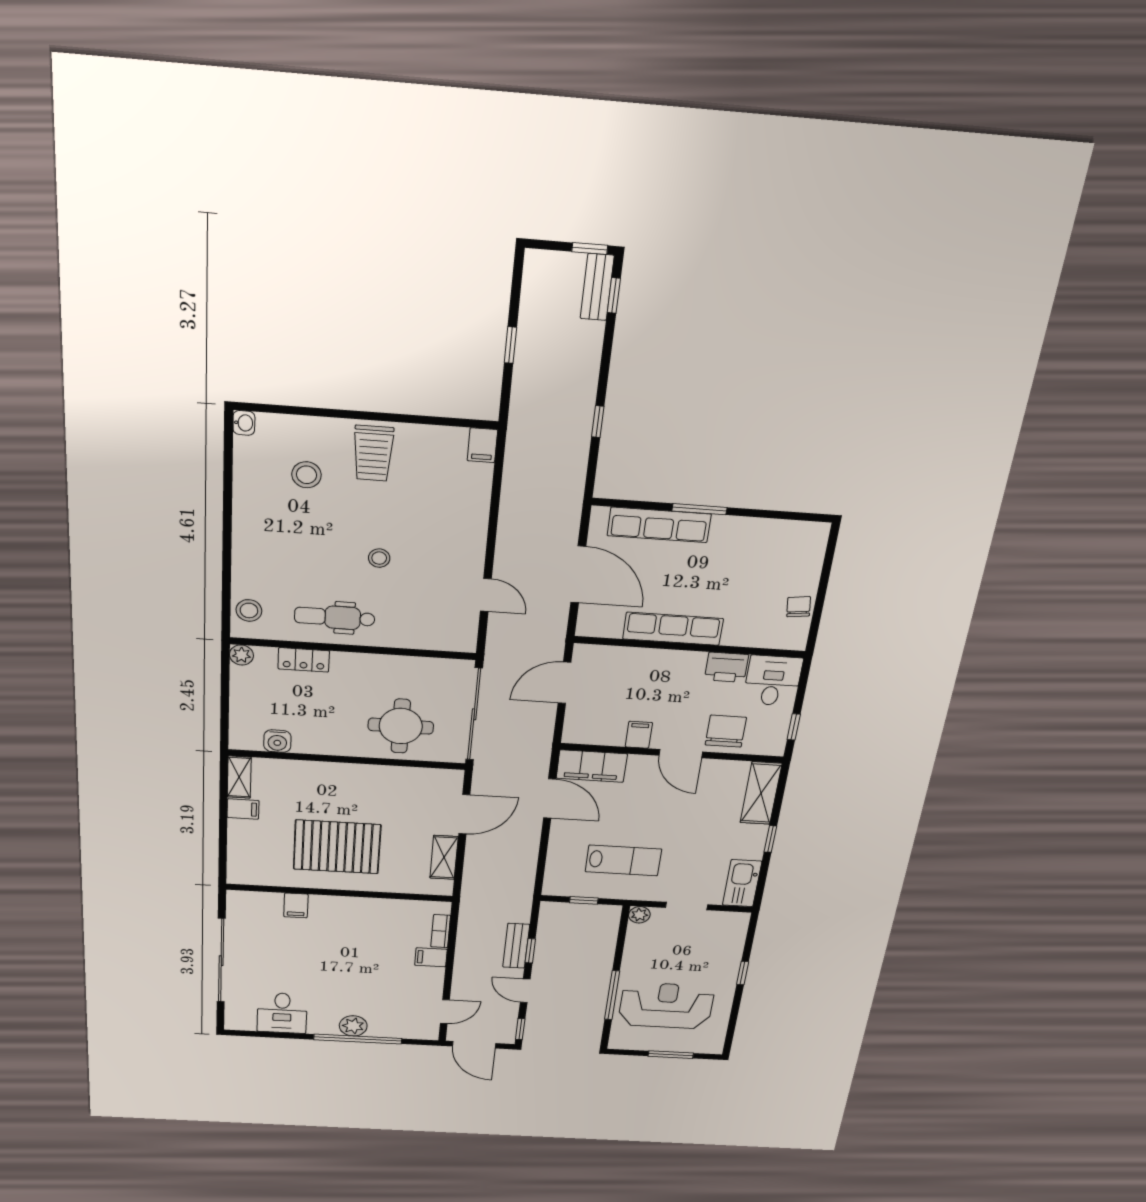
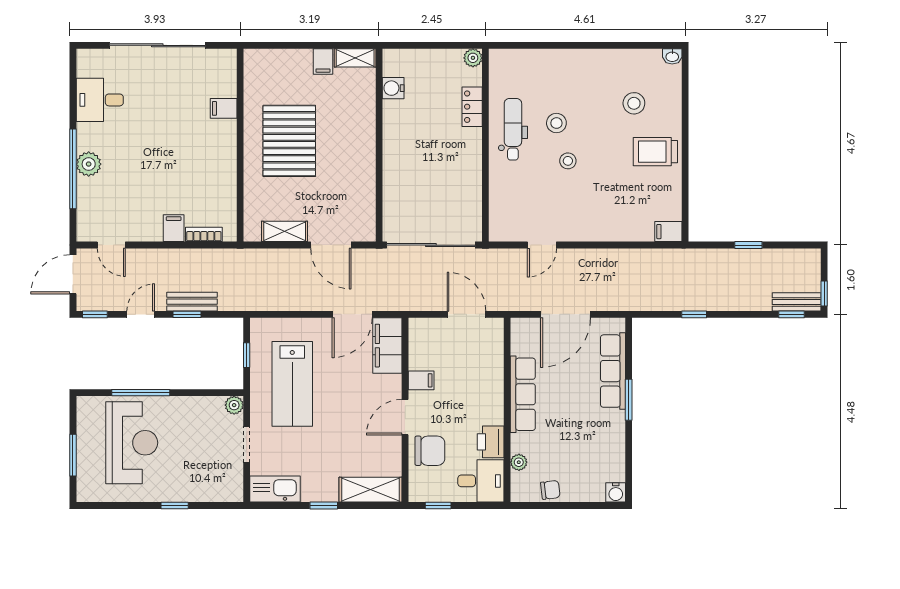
water cooler: (817, 533) -> (616, 492), added
stool: (249, 610) -> (556, 123), moved
plant: (757, 639) -> (519, 462), added
round table: (401, 726) -> (415, 187), removed
lab bench: (623, 860) -> (292, 384), width x1.36, depth x1.39

